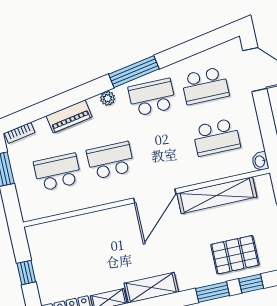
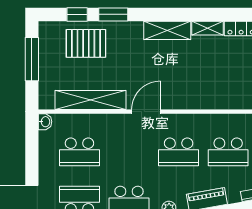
school desk: (216, 137) -> (79, 152), turned 180
door: (155, 196) -> (146, 112), width x0.73

